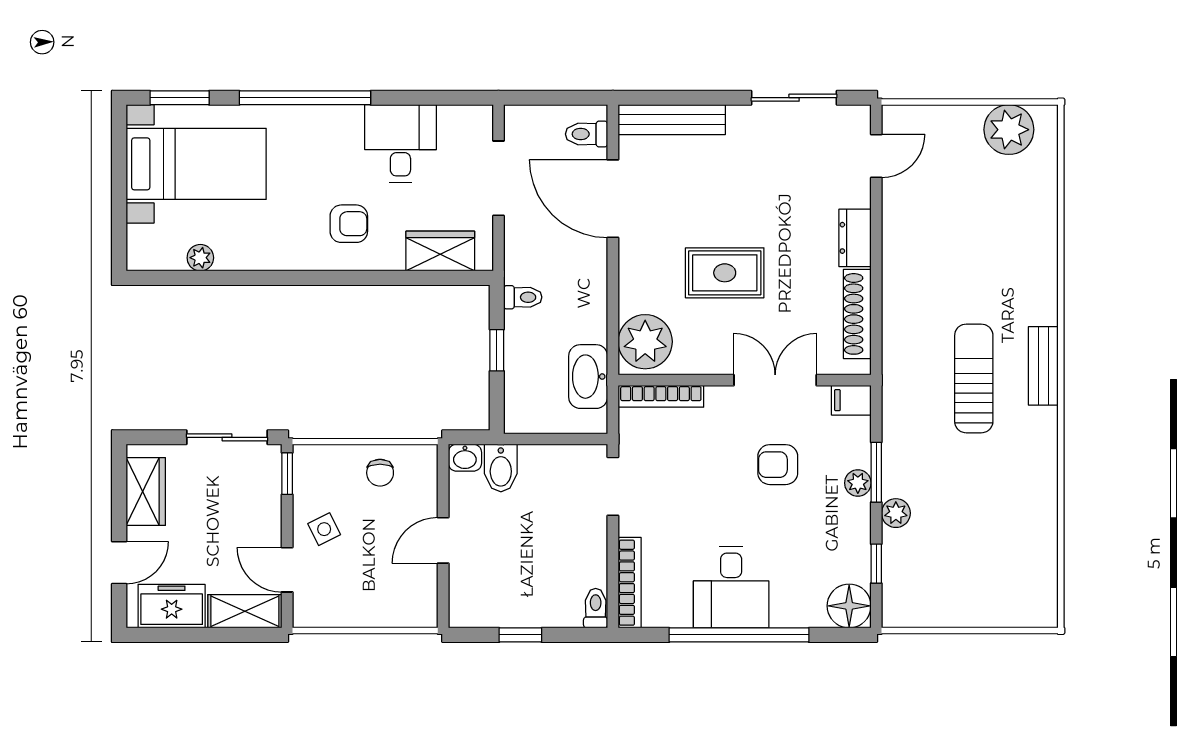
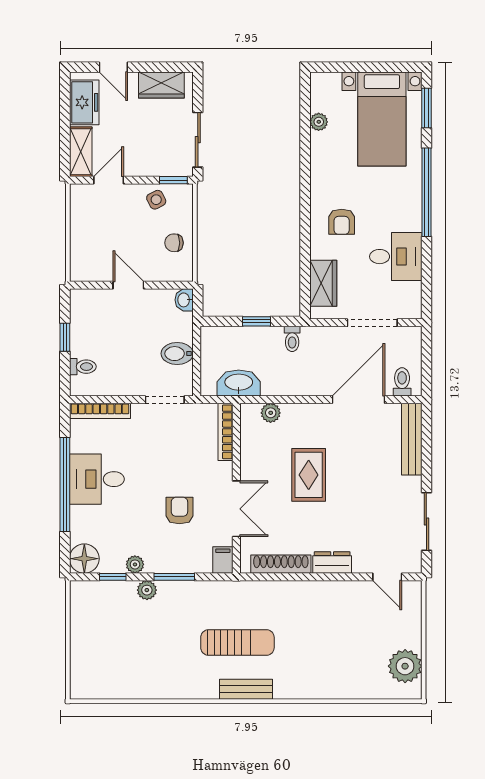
plant: (645, 342) -> (271, 413), width x0.53, depth x0.53
bidet: (501, 468) -> (177, 354), moved
plant: (858, 483) -> (135, 564), moved
side table: (324, 529) -> (156, 200), moved
toilet: (596, 608) -> (83, 367), moved

